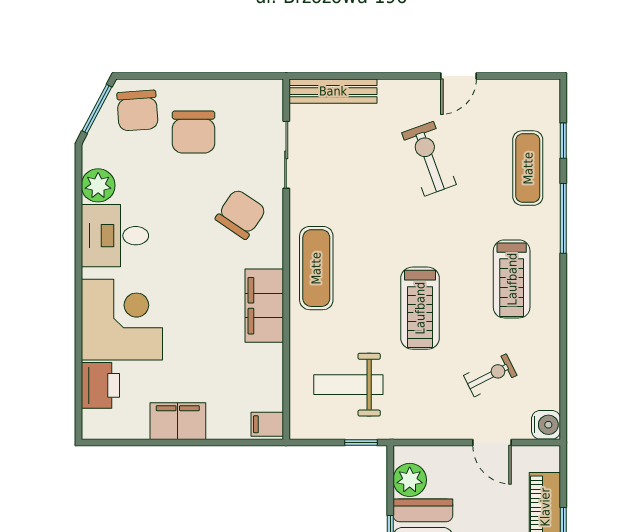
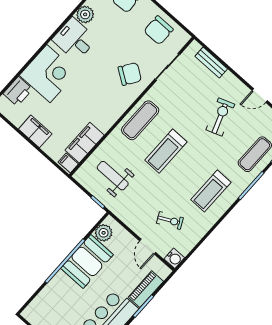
bench: (333, 91) -> (211, 63), width x0.73
chair: (193, 132) -> (158, 30), moved
filing cabinet: (264, 306) -> (85, 143), moved
treadmill: (420, 308) -> (166, 151), moved

